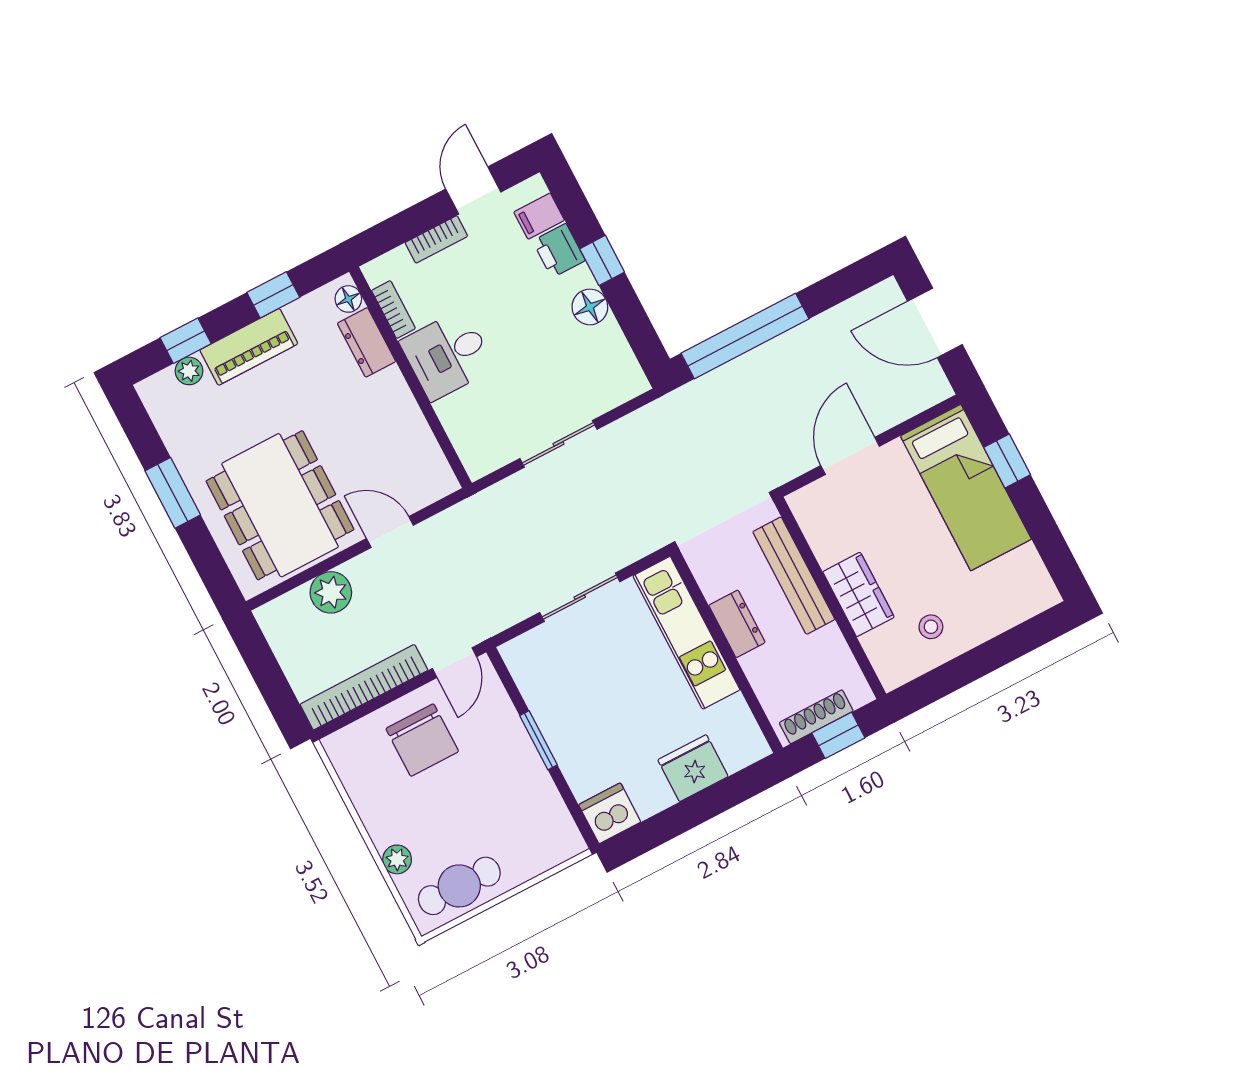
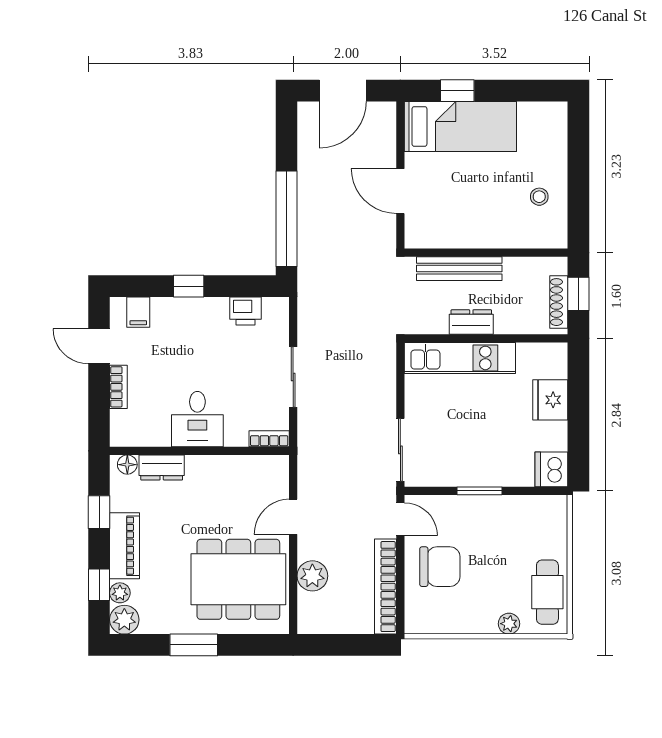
printer: (559, 251) -> (246, 311), moved
floor lamp: (590, 307) -> (215, 310), removed
bookcase: (393, 310) -> (269, 439), moved
plant: (159, 393) -> (124, 620), added
wardrobe: (858, 594) -> (493, 233), removed
sliding door: (580, 597) -> (400, 450), moved

